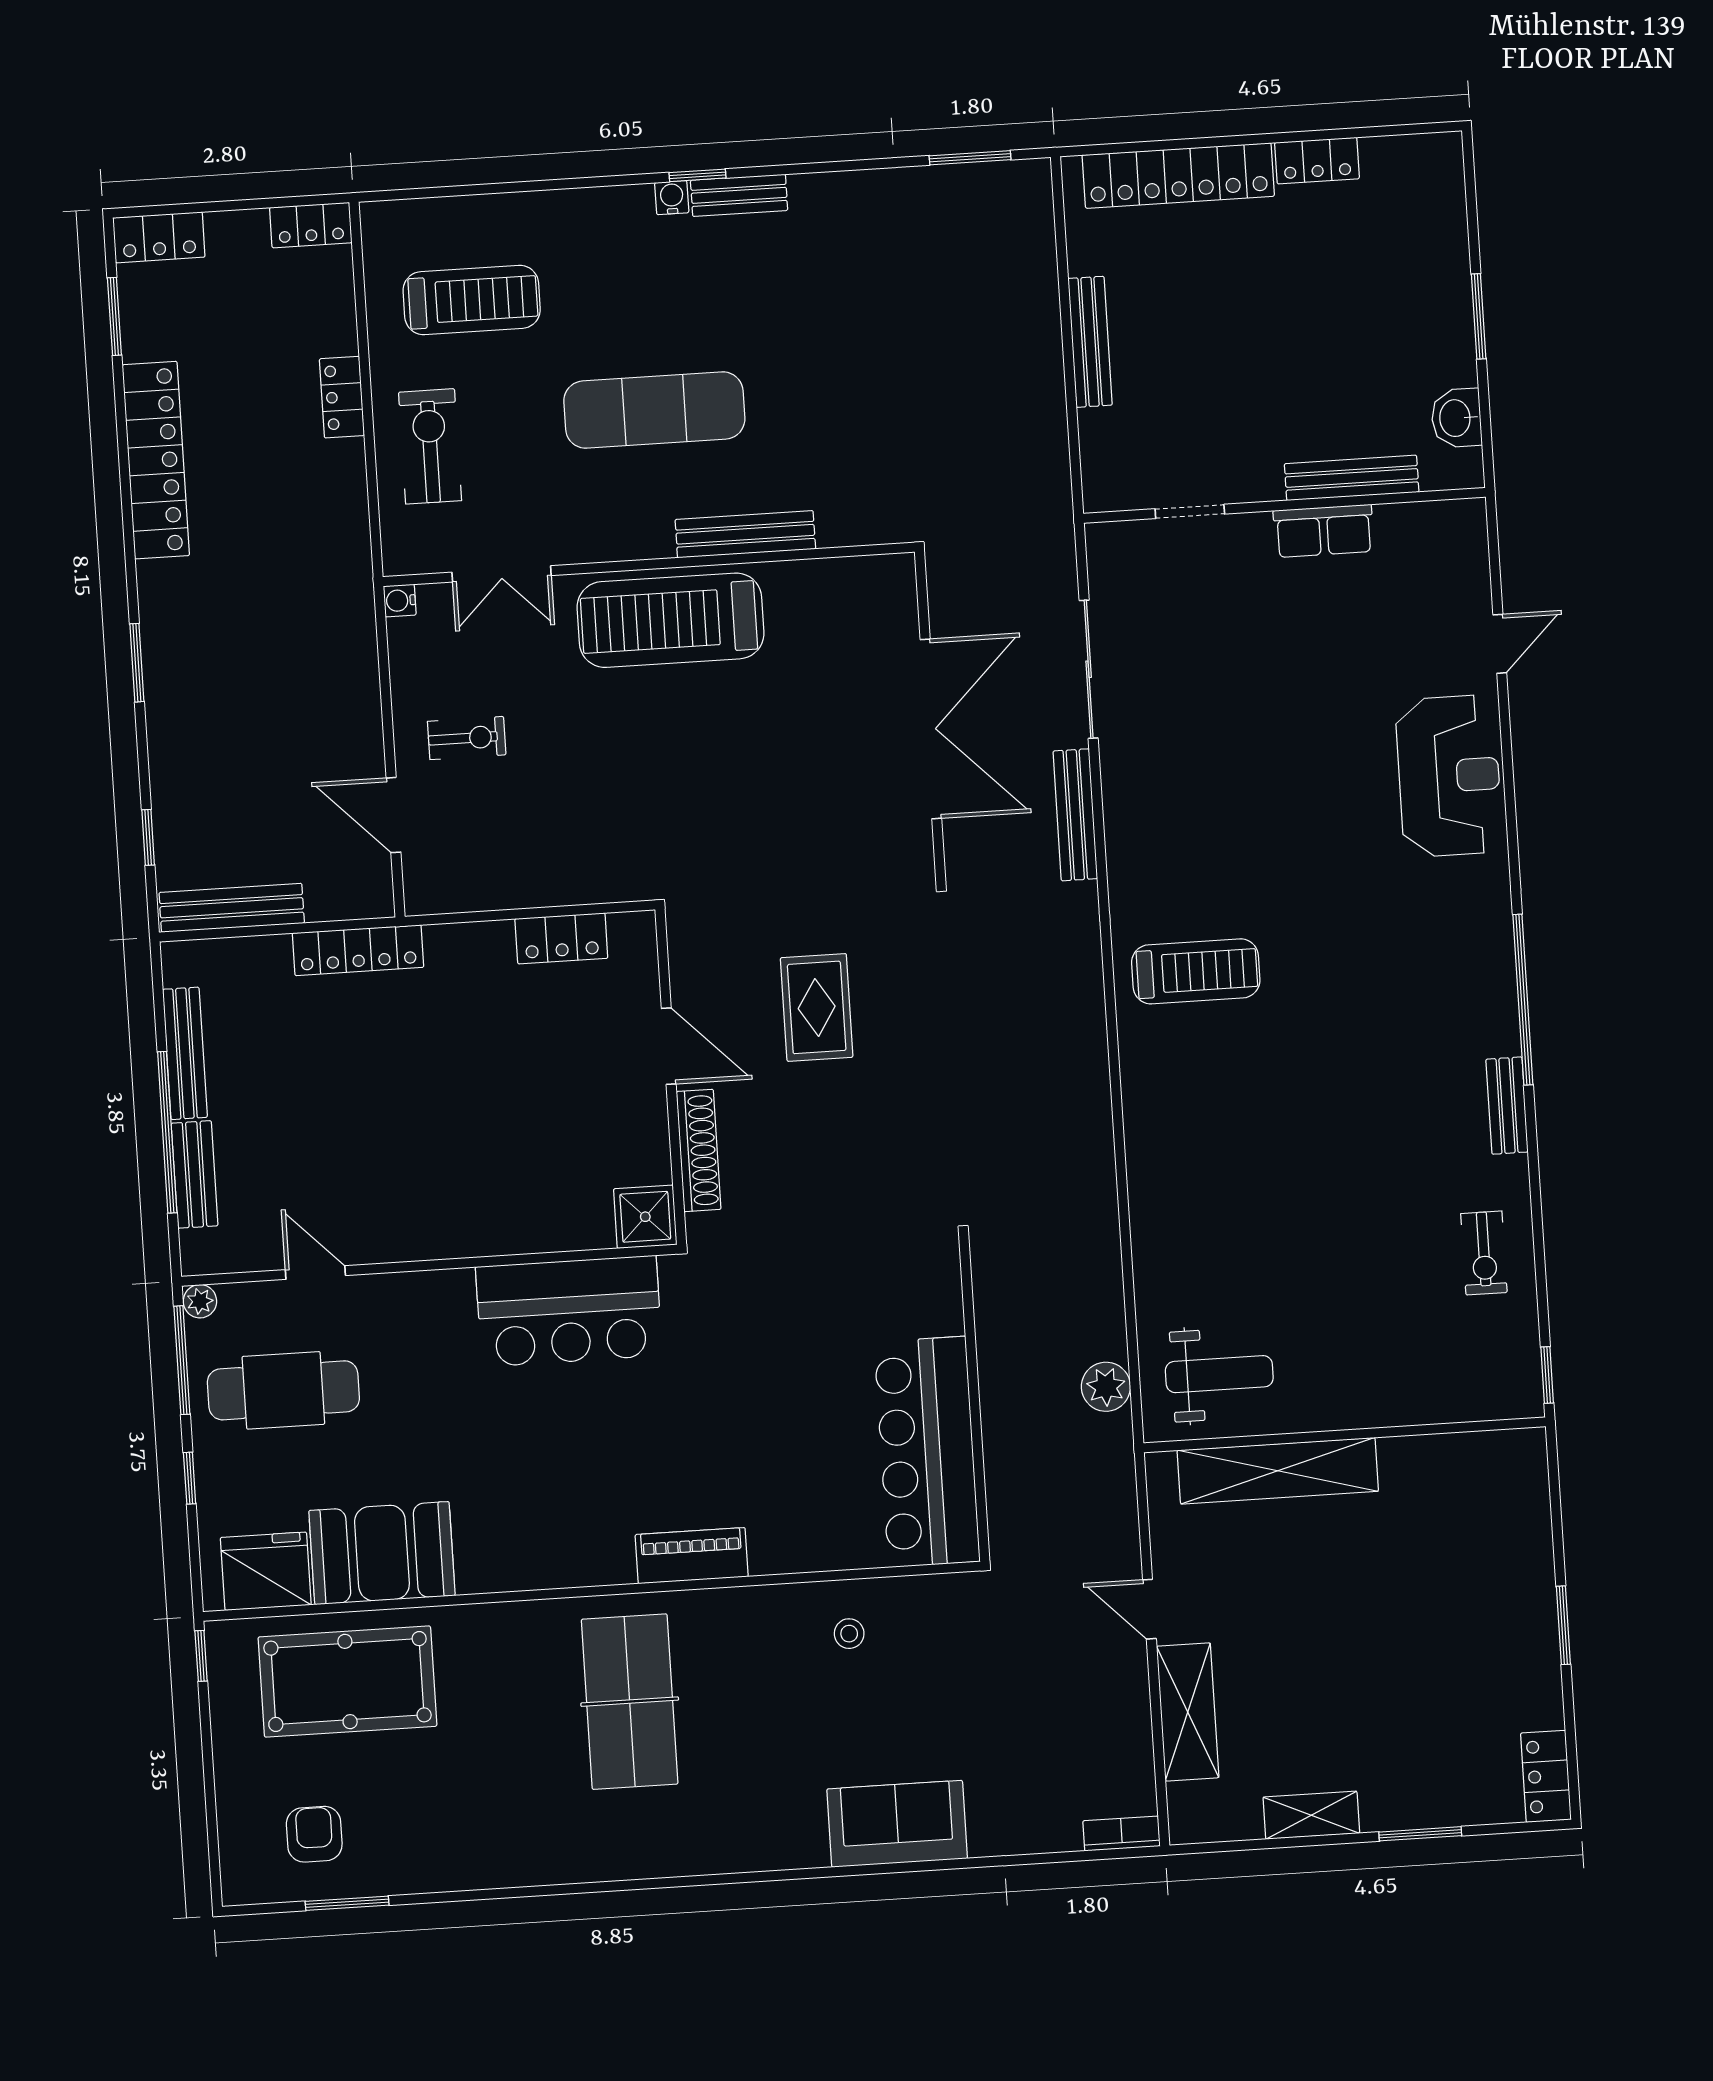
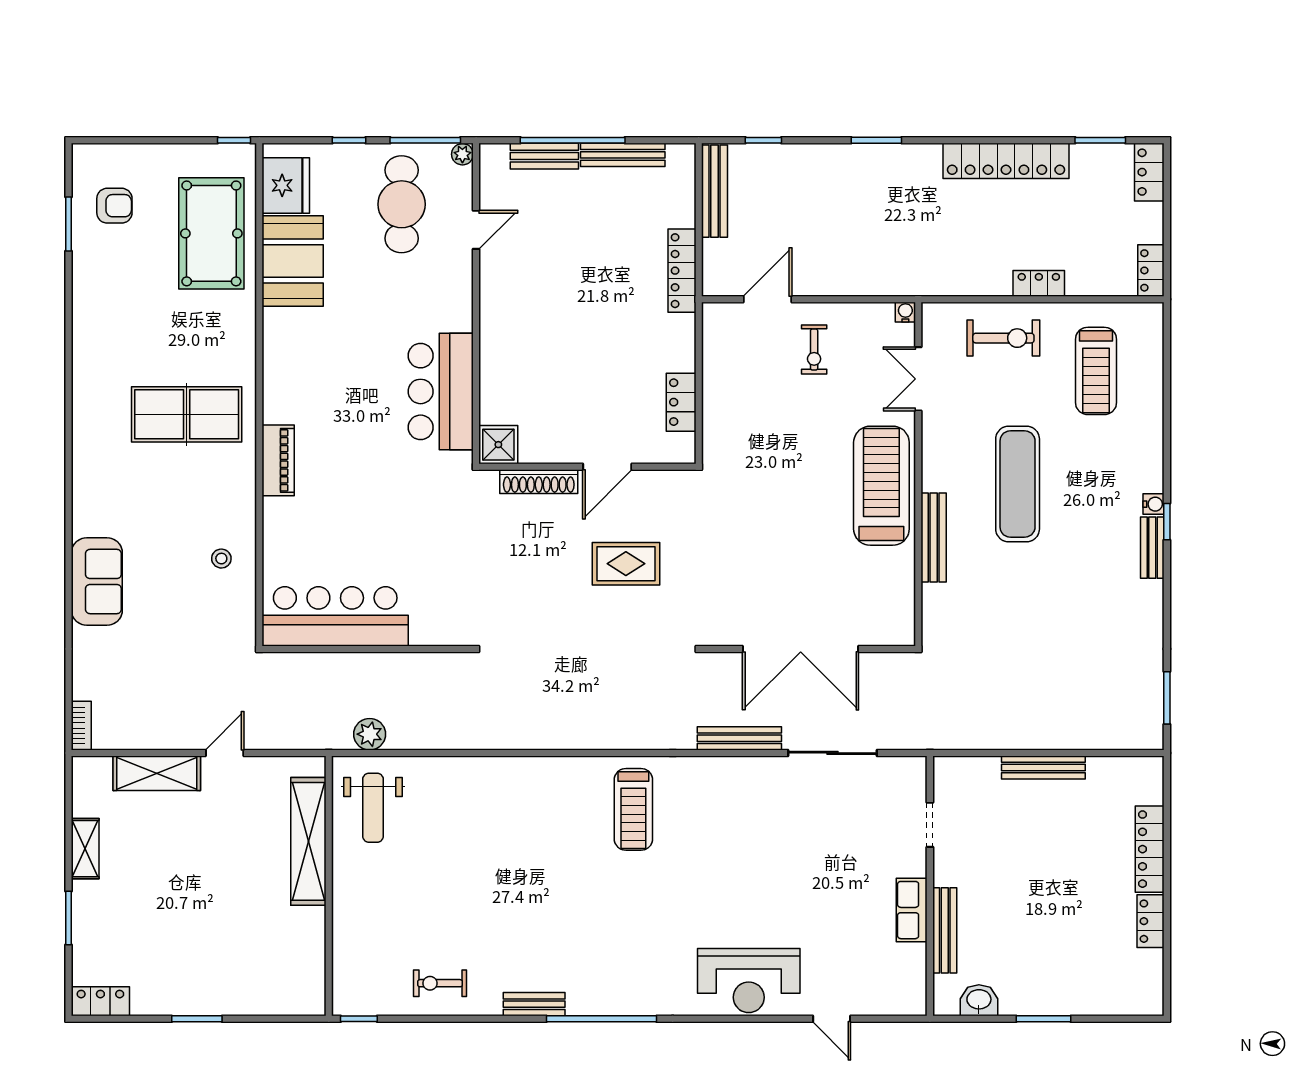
locker: (1178, 176) -> (1150, 849), width x0.71, depth x0.83

